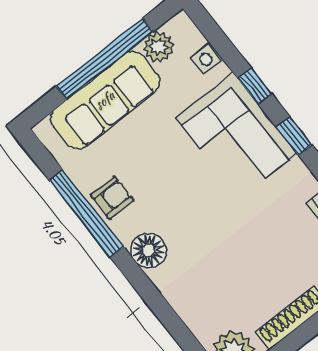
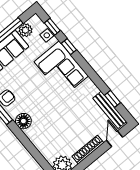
window: (294, 136) -> (52, 27), moved

